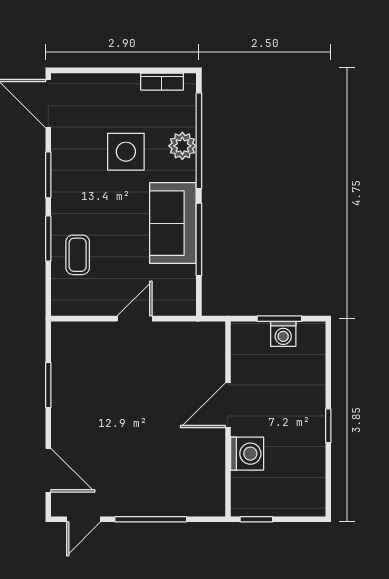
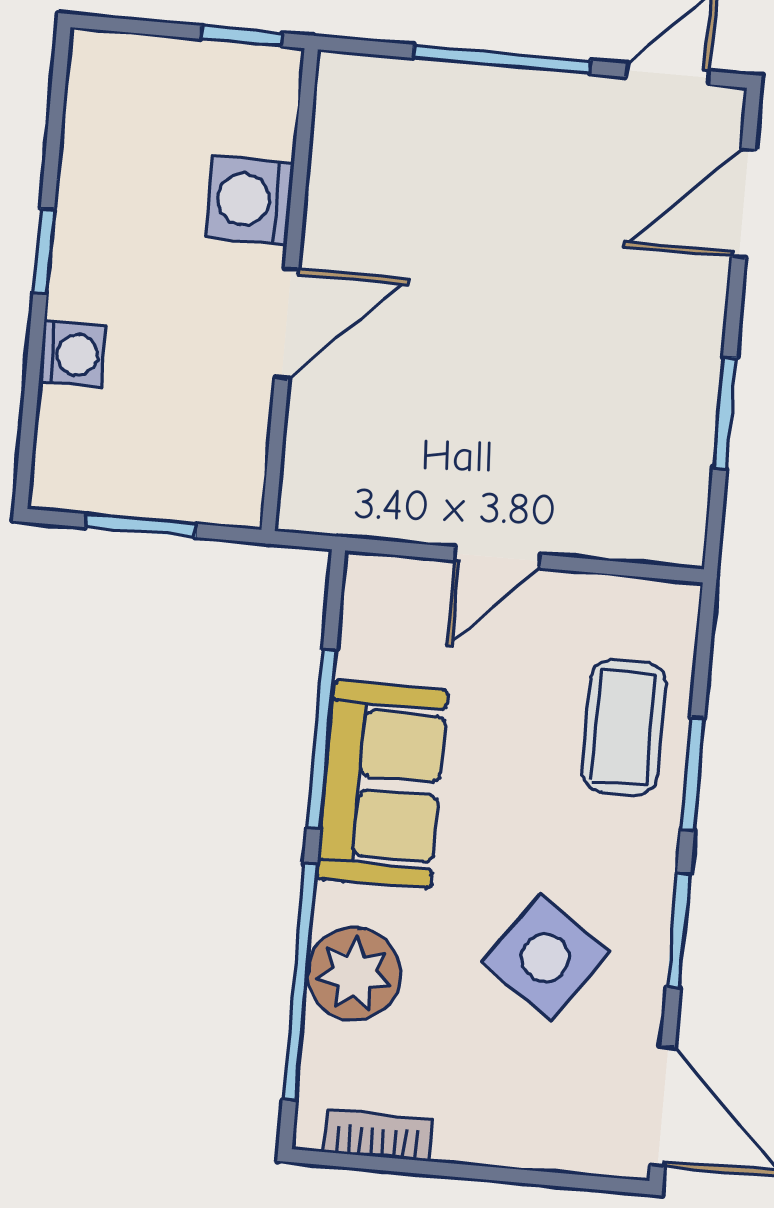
plant: (182, 146) -> (354, 974), width x1.36, depth x1.36
side table: (126, 152) -> (545, 957), moved, turned 35
coffee table: (78, 255) -> (624, 727), width x1.36, depth x1.30
washing machine: (283, 334) -> (72, 354), moved, turned 90
door: (48, 470) -> (743, 203), hinge flipped

